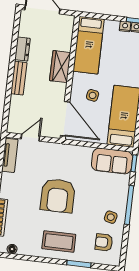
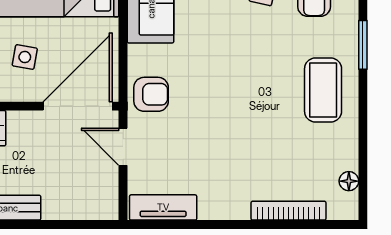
door: (30, 138) -> (123, 147), moved
armchair: (58, 196) -> (151, 94), moved, width x0.53, depth x0.53

